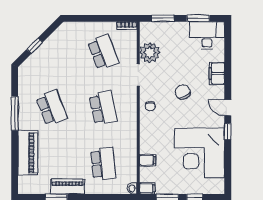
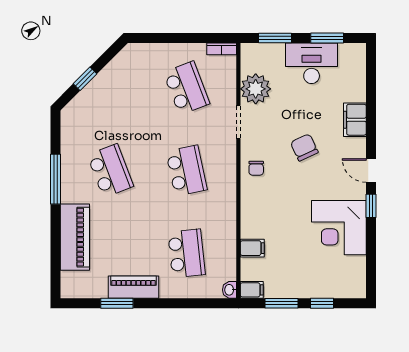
desk: (207, 35) -> (312, 63), moved
corner desk: (199, 153) -> (339, 228), width x0.74, depth x0.74

